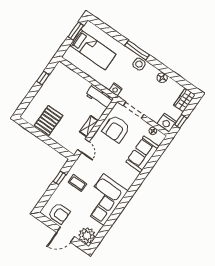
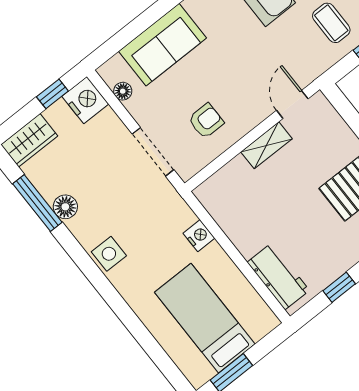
window: (137, 50) -> (37, 203), moved
nightstand: (116, 89) -> (199, 236), moved
workbench: (99, 97) -> (278, 276), moved
armchair: (116, 129) -> (206, 121), width x0.53, depth x0.53

